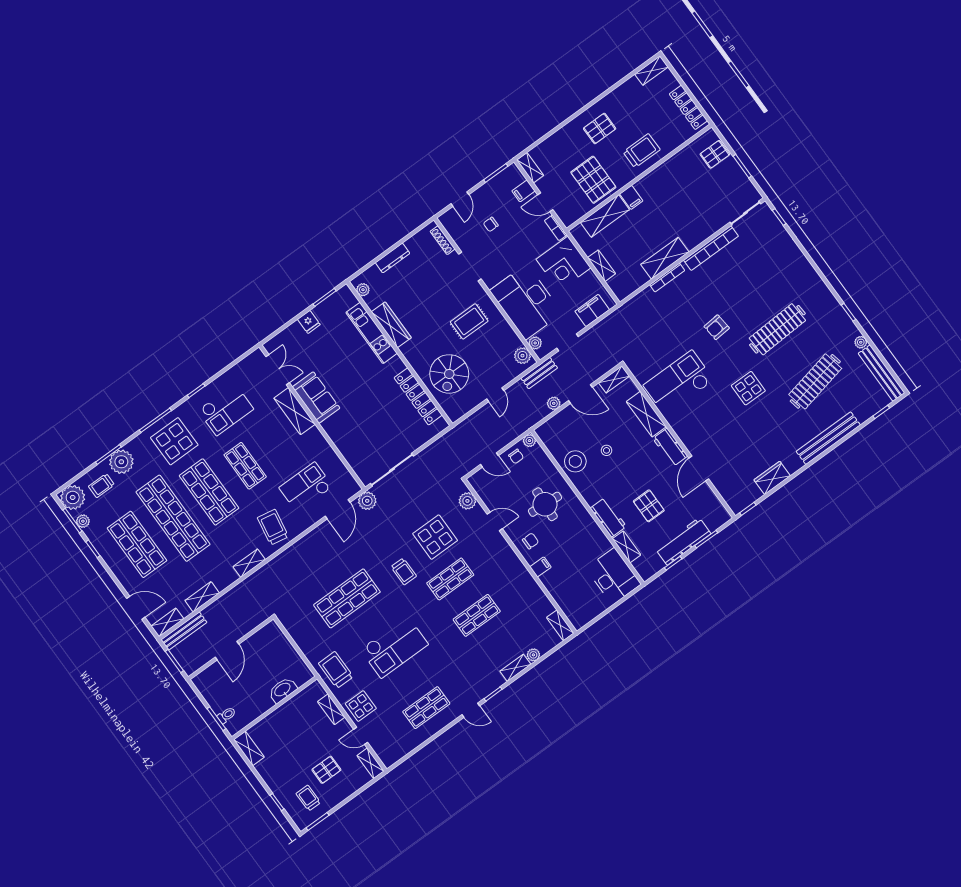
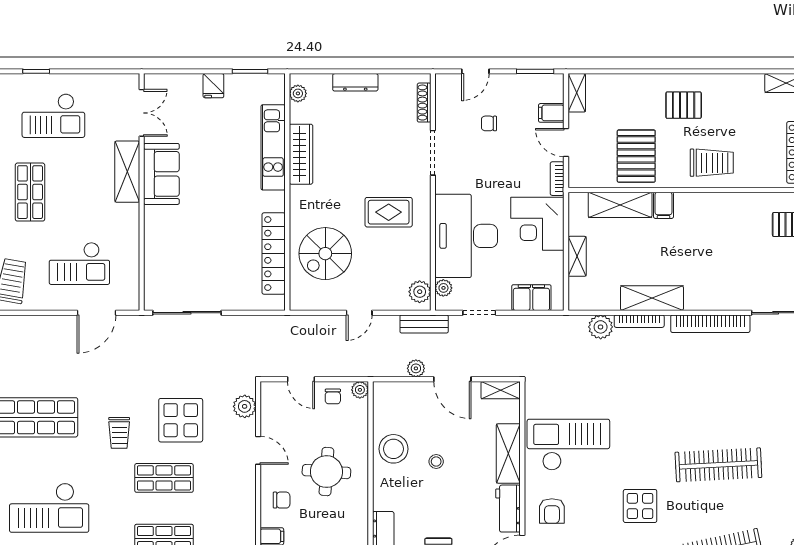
armchair: (717, 327) -> (552, 511), moved, turned -85
checkout: (306, 487) -> (79, 263), turned 180
plant: (367, 501) -> (601, 327), moved

